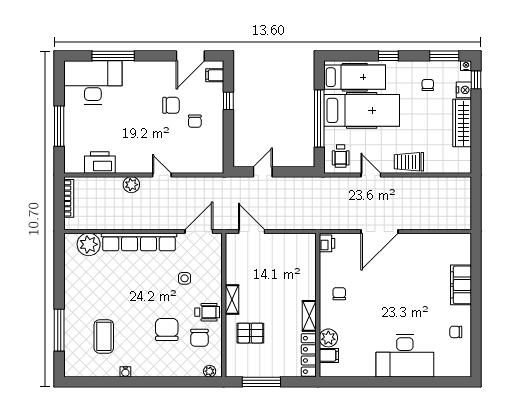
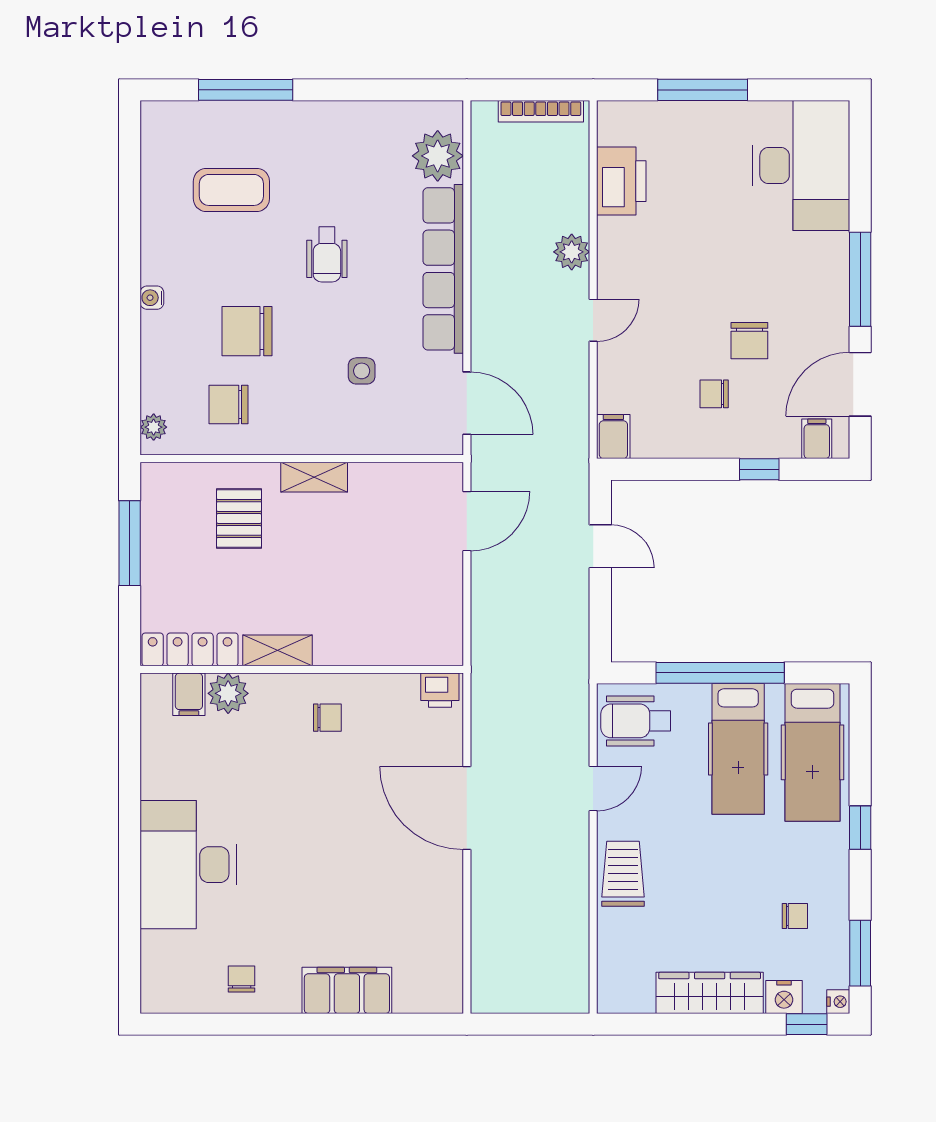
window: (113, 56) -> (860, 279), moved
door: (190, 56) -> (860, 384), hinge flipped
hospital bed: (362, 110) -> (738, 749), width x0.73, depth x0.78
wheelchair: (341, 156) -> (636, 721), width x1.36, depth x1.37
filing cabinet: (214, 166) -> (613, 437), added
wheelchair: (207, 312) -> (327, 254), moved
chair: (167, 329) -> (247, 331), turned 180
water cooler: (125, 372) -> (152, 298), moved

